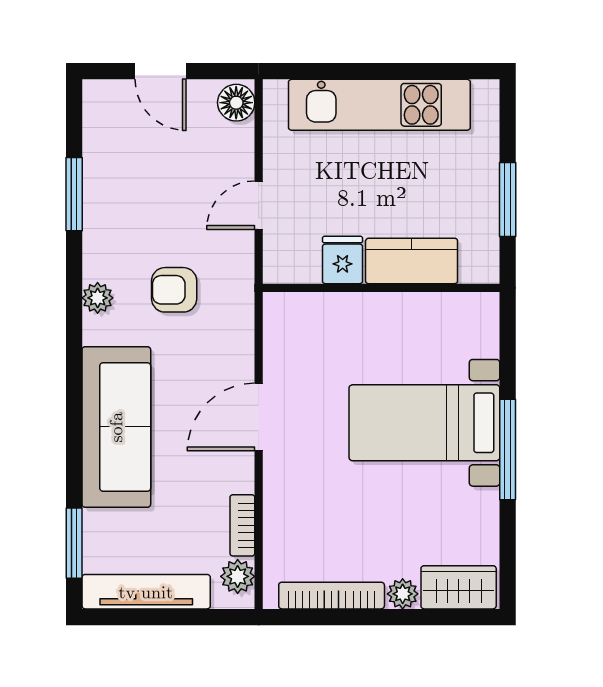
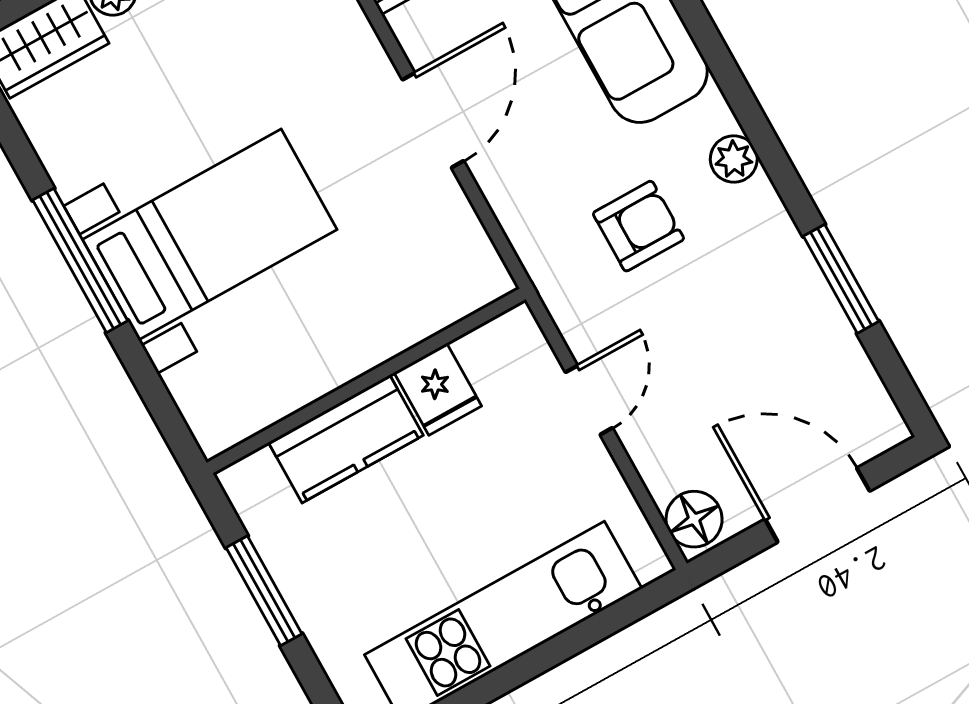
door: (161, 71) -> (817, 505), width x1.38

